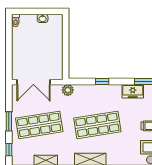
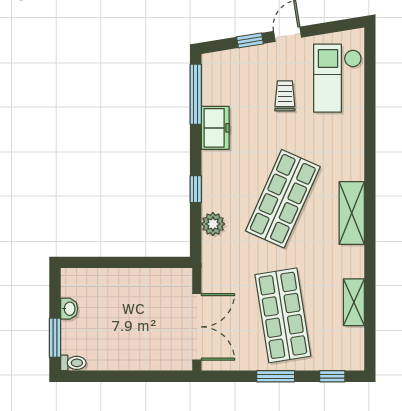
window: (28, 11) -> (55, 338), added
plant: (68, 90) -> (213, 224), moved
shop shelf: (97, 125) -> (283, 199), turned 33

